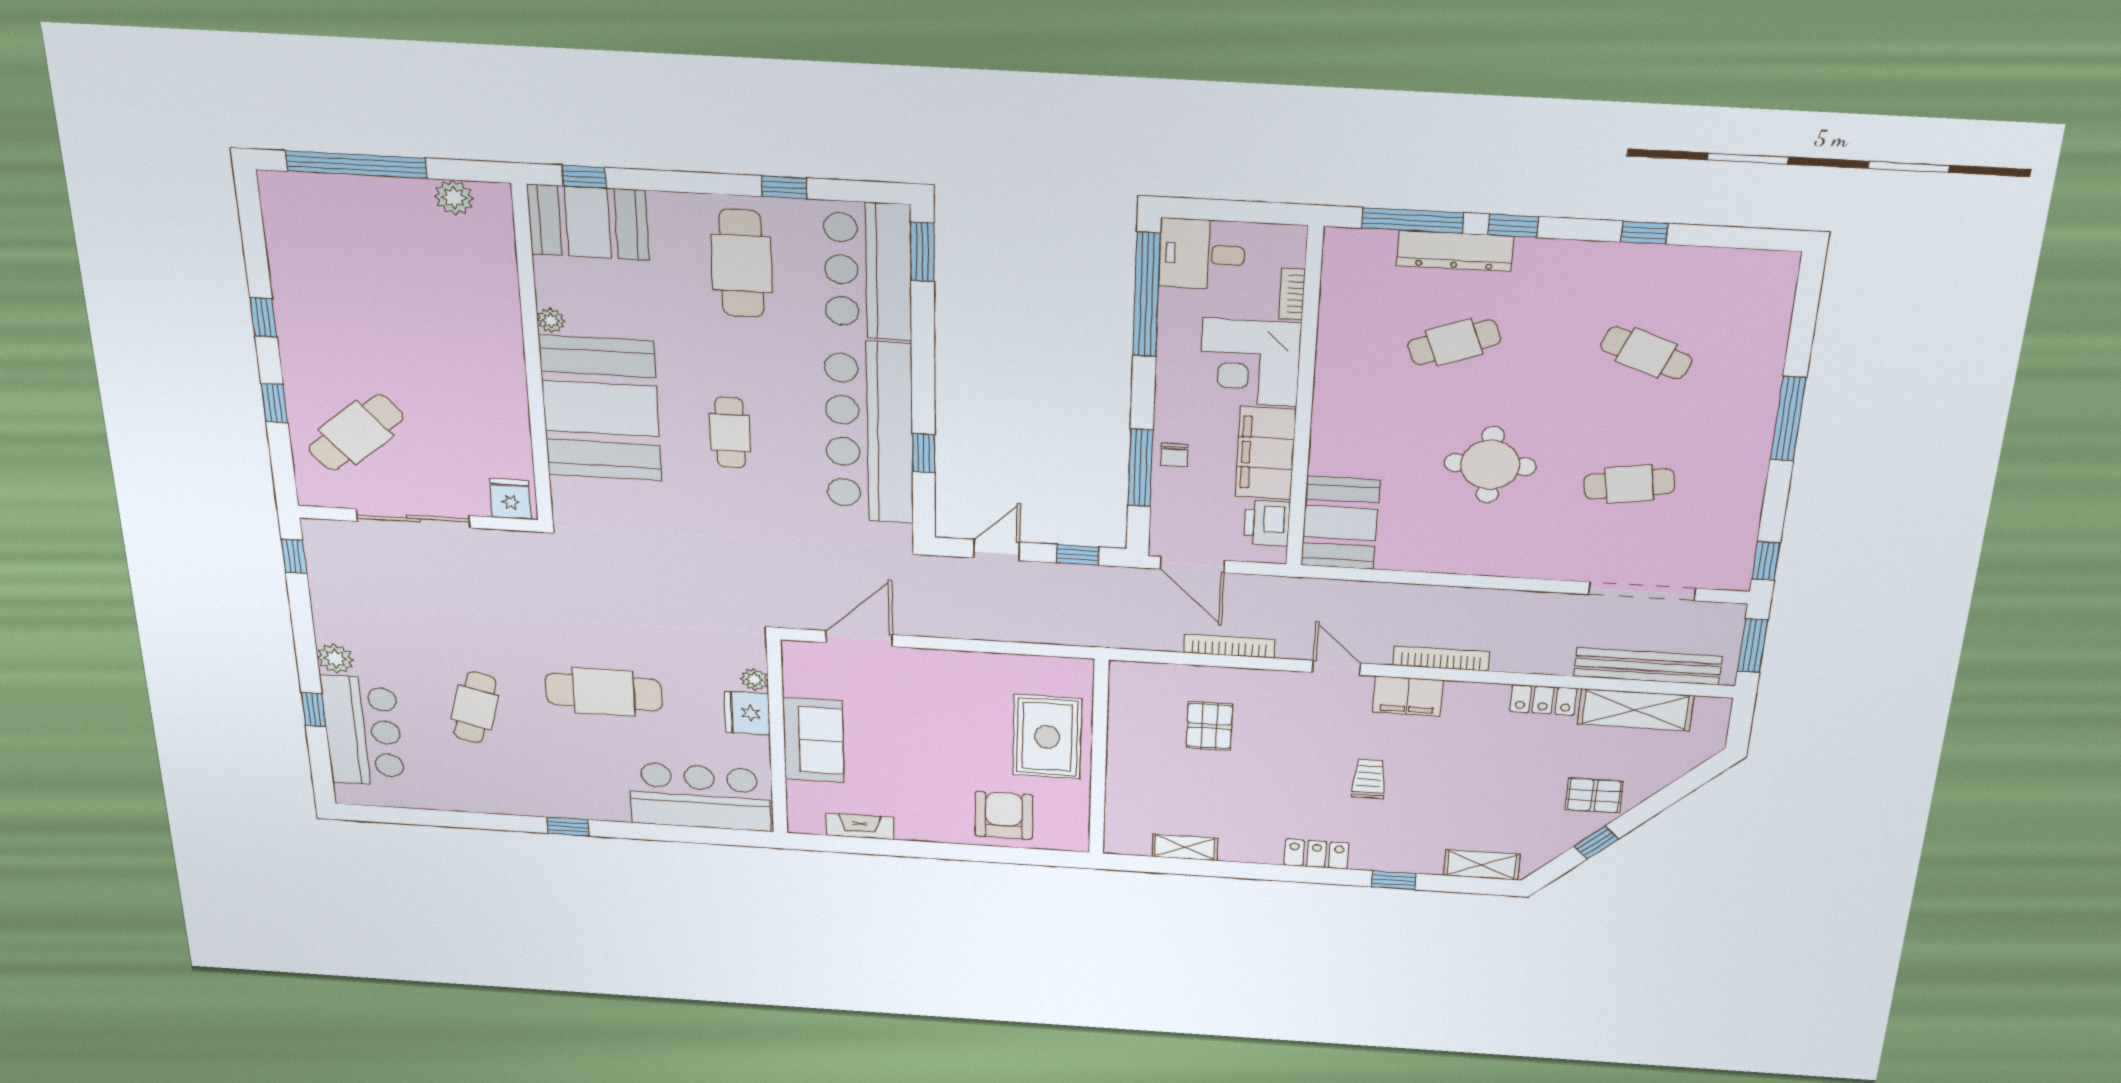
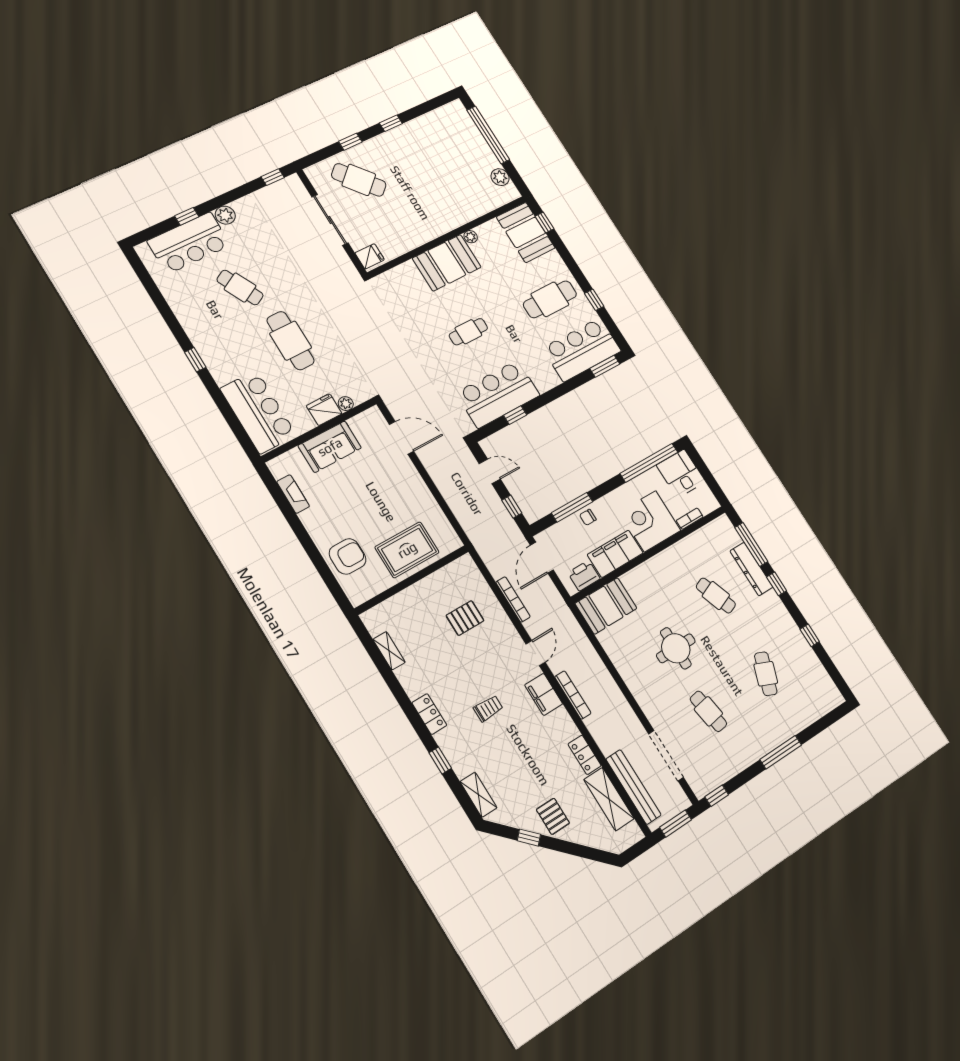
booth: (601, 409) -> (447, 263), width x0.73, depth x0.70
bar counter: (869, 432) -> (498, 394), width x0.73
cafe table: (475, 707) -> (240, 288), turned 47

